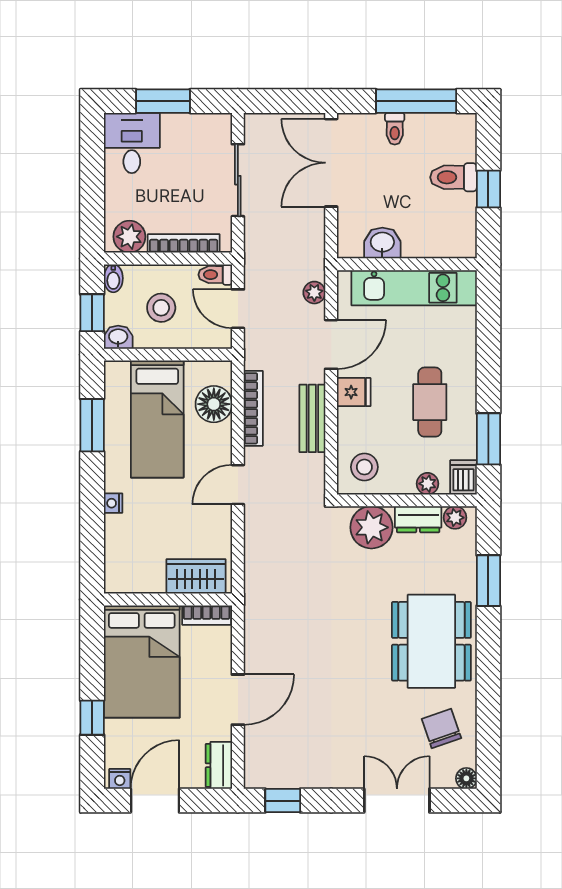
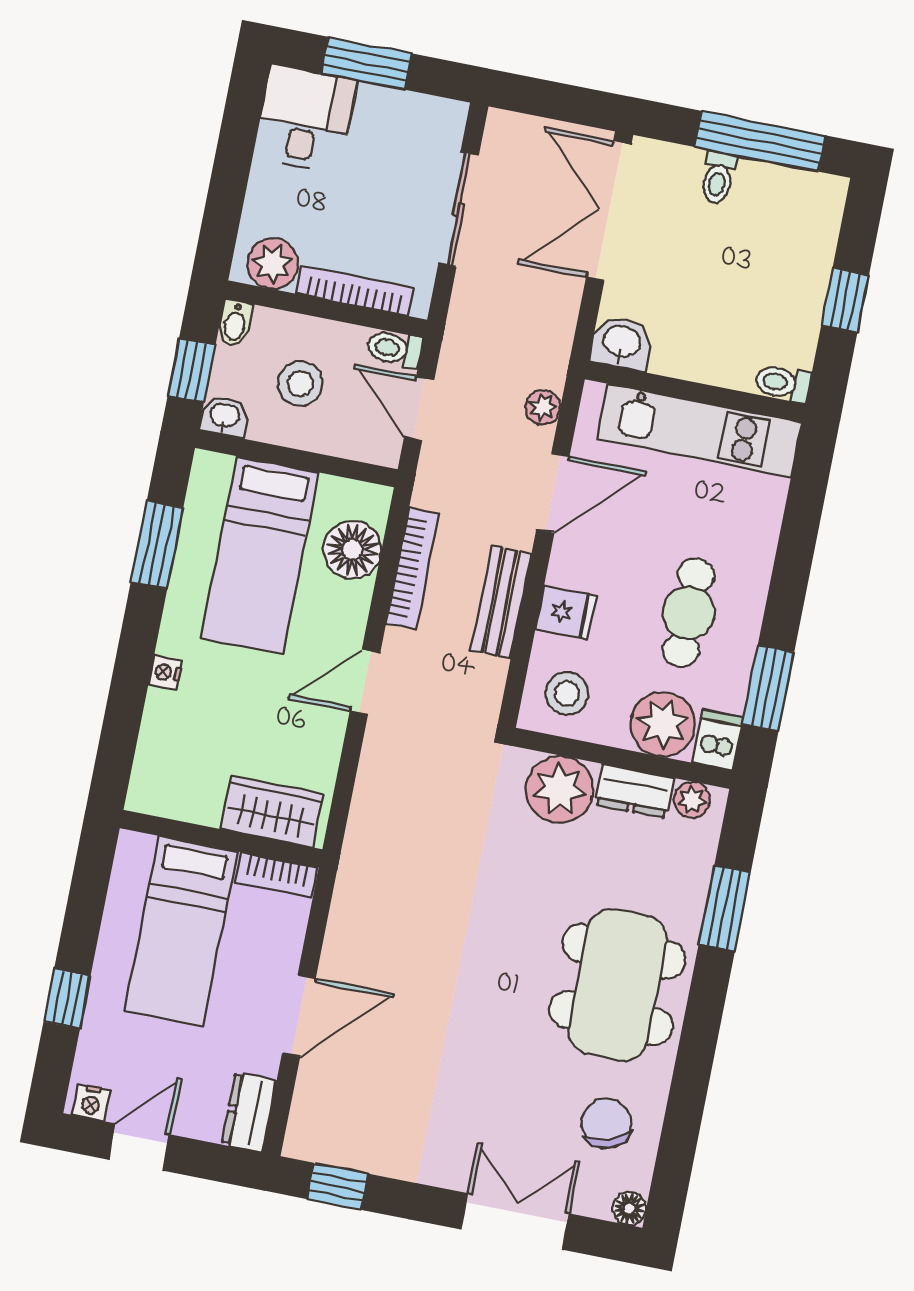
toilet: (454, 177) -> (783, 383), moved, width x0.73, depth x0.72
washbasin: (382, 243) -> (622, 343), moved
fridge: (354, 392) -> (566, 613), moved
plant: (428, 484) -> (663, 724), width x1.87, depth x1.87
bed: (142, 661) -> (181, 931), width x0.67
door: (155, 801) -> (139, 1147), width x0.73

